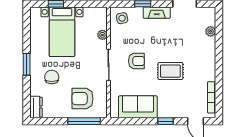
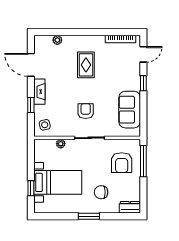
rug: (170, 71) -> (86, 65), moved

